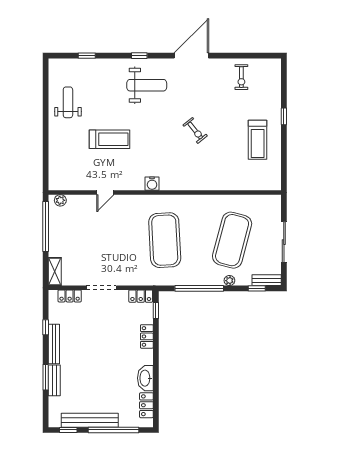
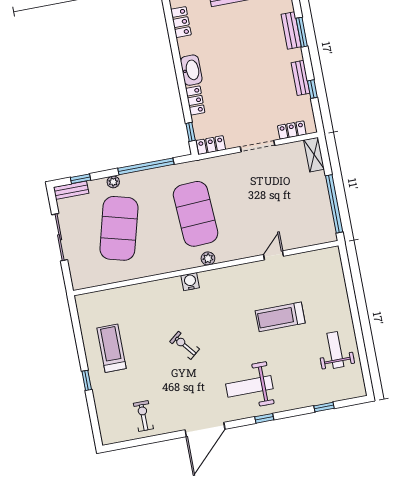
weight bench: (68, 102) -> (335, 350), turned 180
water cooler: (152, 184) -> (190, 282), moved
plant: (60, 200) -> (208, 258), moved
bench: (54, 344) -> (301, 78), width x0.73
washbasin: (145, 378) -> (191, 70), moved

